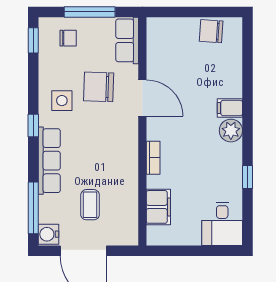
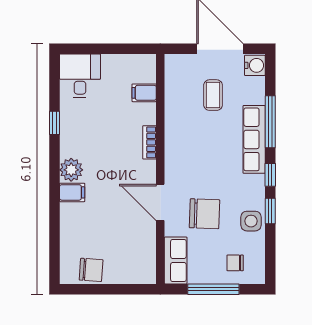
window: (33, 40) -> (270, 211), moved
side table: (62, 101) -> (251, 221), moved
filing cabinet: (158, 207) -> (144, 93), width x0.50
window: (33, 208) -> (270, 122), moved

